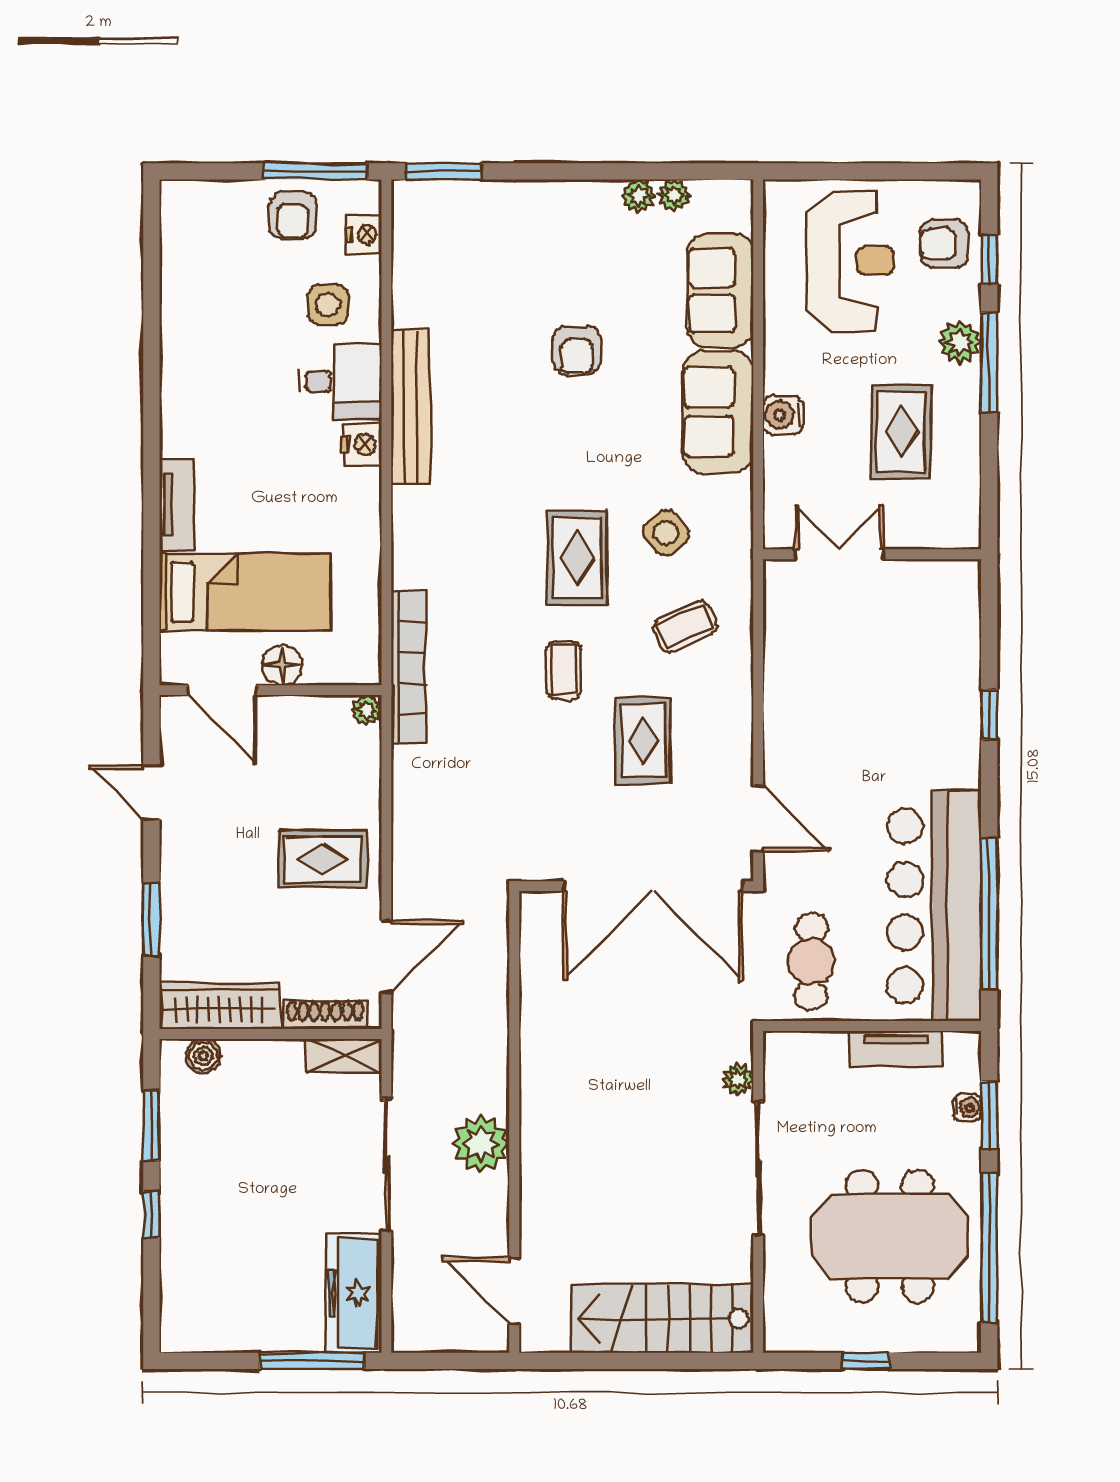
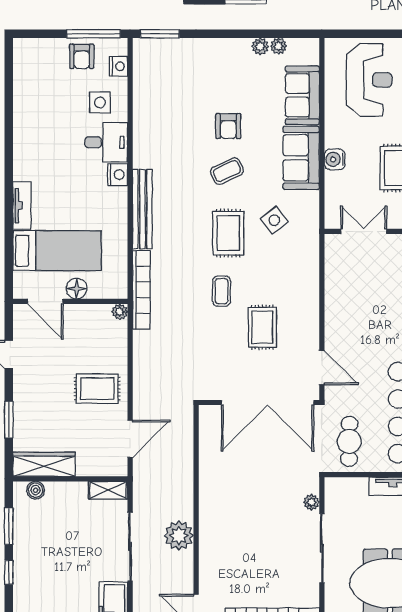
bench: (410, 406) -> (142, 209), moved
coffee table: (685, 627) -> (227, 171), moved
shoe rack: (325, 1015) -> (98, 469), removed

